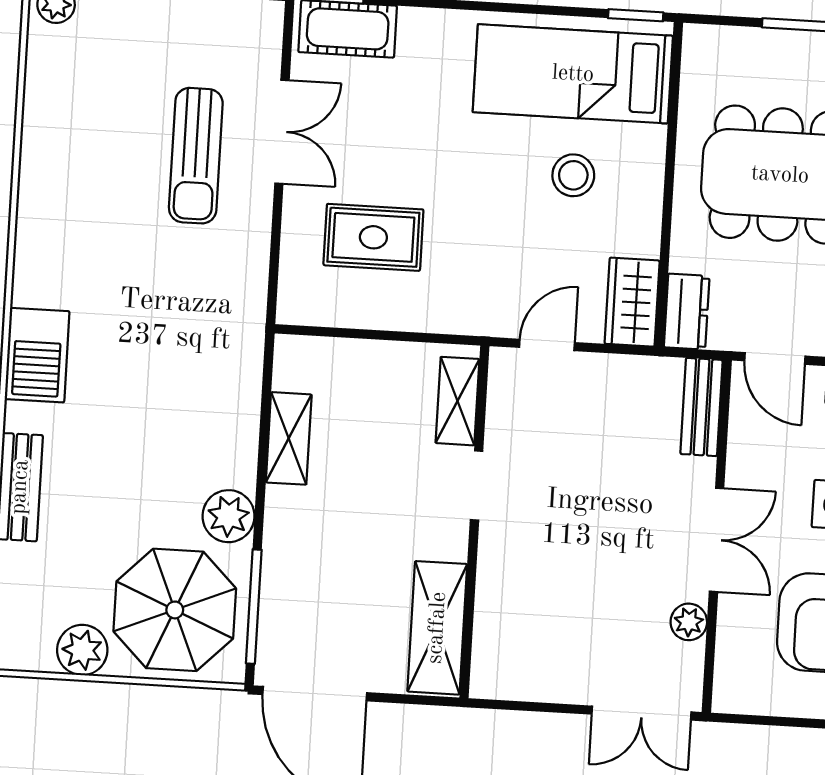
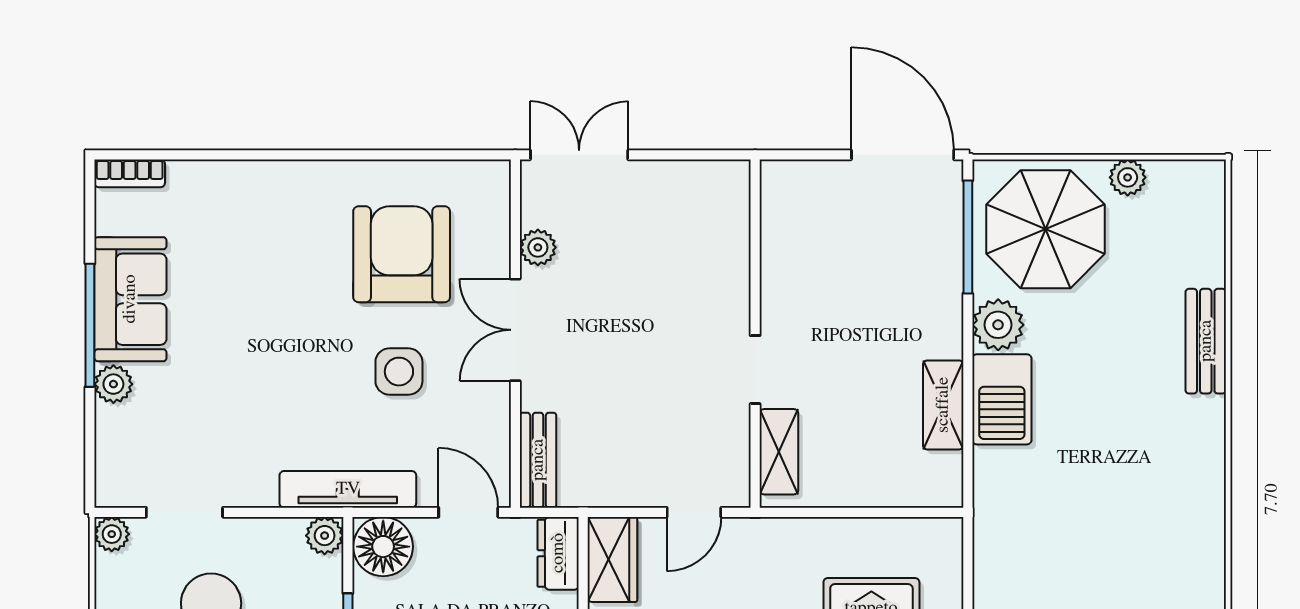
barbecue: (37, 355) -> (1002, 399), moved, turned 180
shelving: (437, 628) -> (786, 227), removed
plant: (82, 650) -> (1128, 177), width x0.73, depth x0.73

